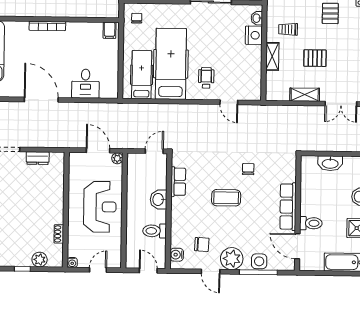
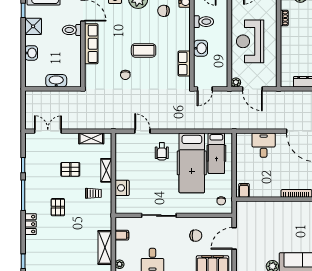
washbasin: (257, 18) -> (120, 202), removed
shelving: (305, 95) -> (91, 138), moved

